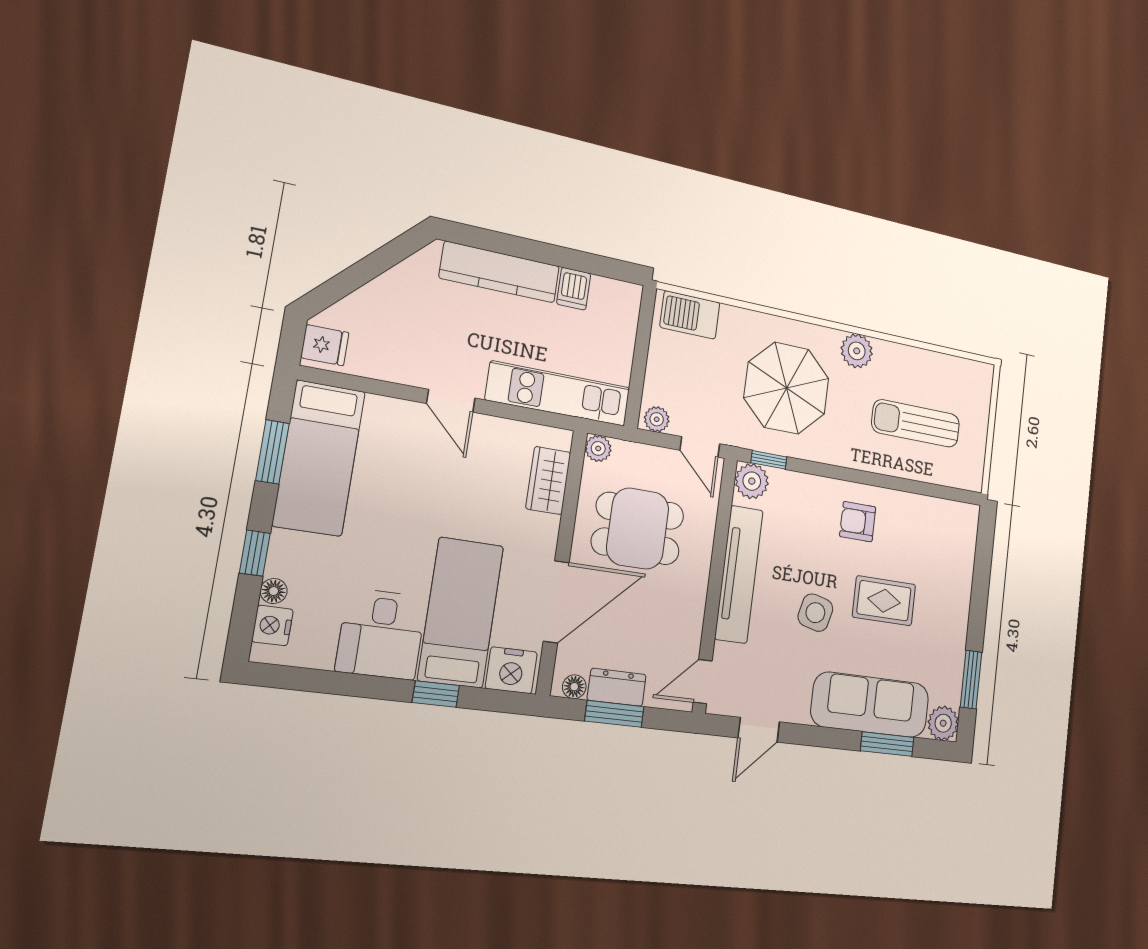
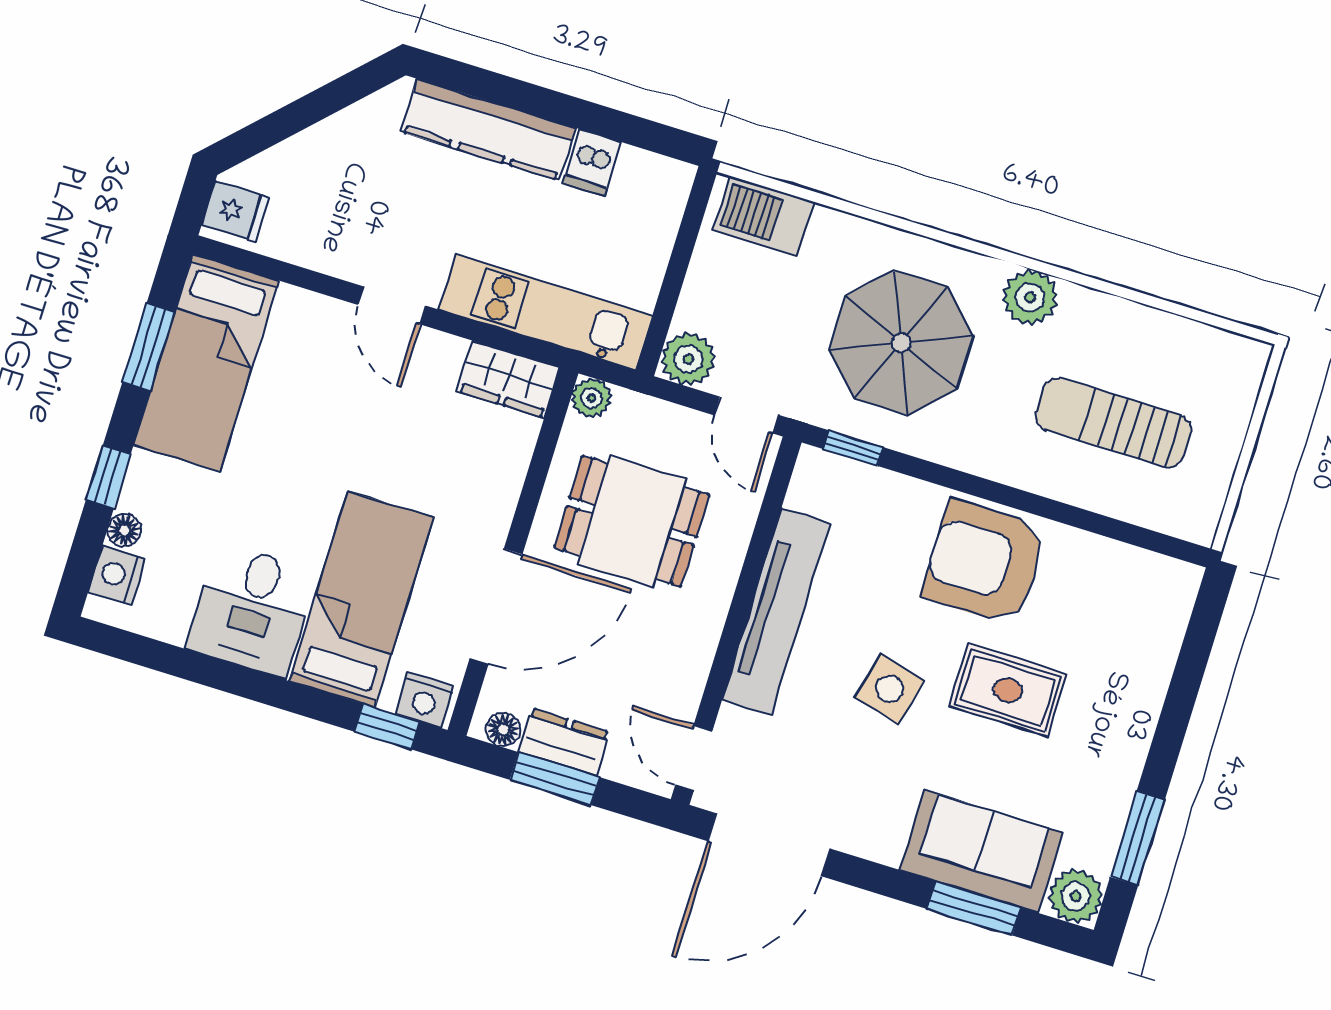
plant: (657, 419) -> (688, 359), width x1.38, depth x1.38
wardrobe: (548, 480) -> (508, 379), moved, turned -90
plant: (752, 481) -> (820, 476), removed
armchair: (858, 522) -> (985, 562), width x1.88, depth x1.88
nightstand: (511, 670) -> (425, 700), width x0.74, depth x0.75
door: (703, 682) -> (694, 758), hinge flipped
window: (436, 694) -> (387, 727), moved
sofa: (870, 705) -> (981, 851), width x0.73
door: (759, 730) -> (769, 845), width x1.88

